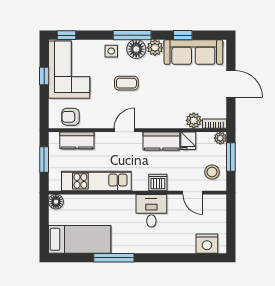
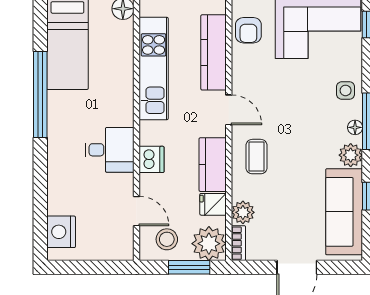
floor lamp: (136, 49) -> (355, 127), width x0.53, depth x0.53
coffee table: (126, 83) -> (257, 157), moved
armchair: (70, 117) -> (248, 30), turned 180
plant: (220, 138) -> (209, 244), width x1.87, depth x1.87
kitchen counter: (77, 140) -> (214, 52), width x1.50
door: (193, 193) -> (136, 211), swing flipped
window: (114, 258) -> (40, 95), width x1.46

